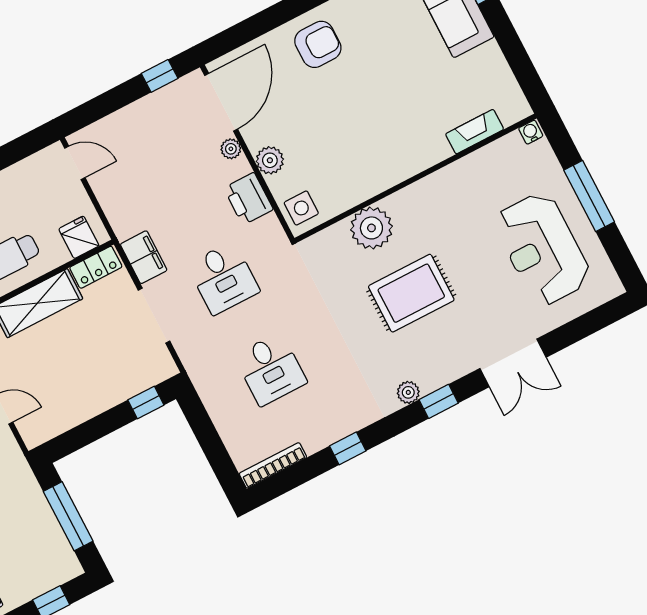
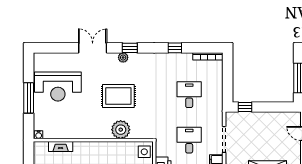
reception desk: (542, 249) -> (58, 87), turned 90
plant: (408, 392) -> (123, 57), moved

